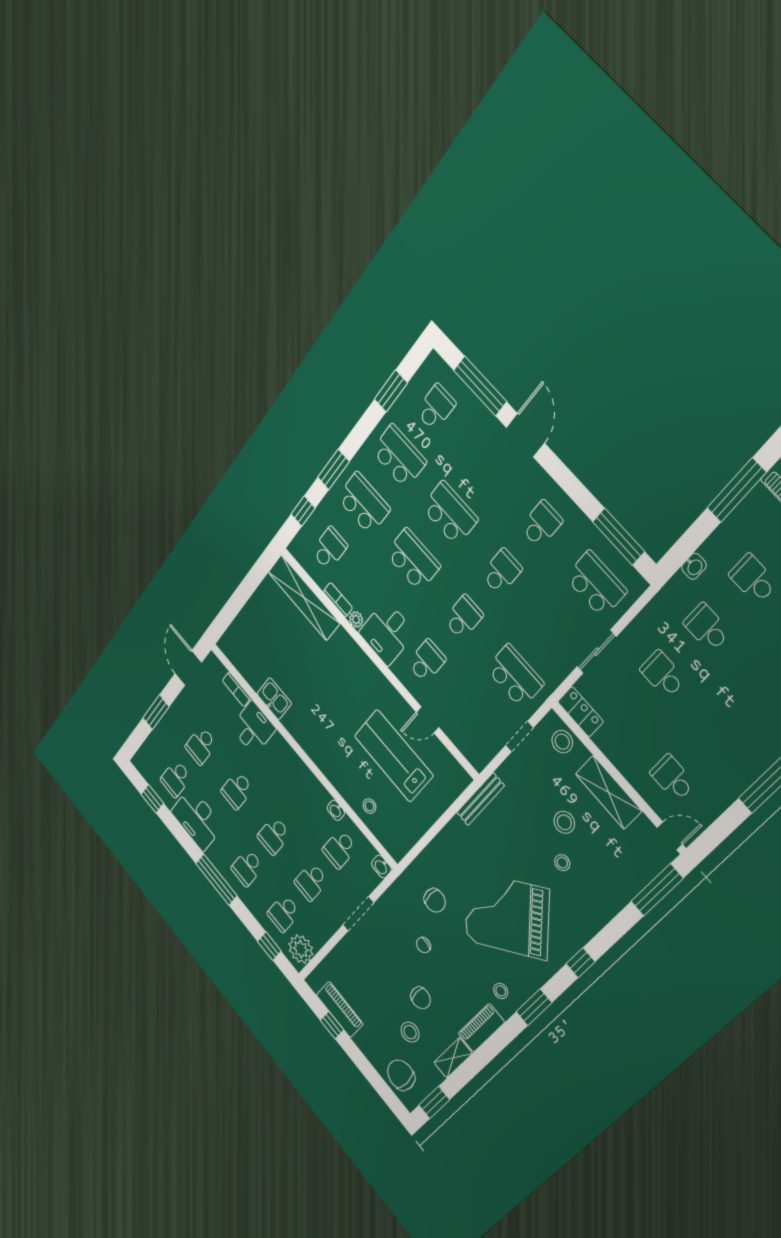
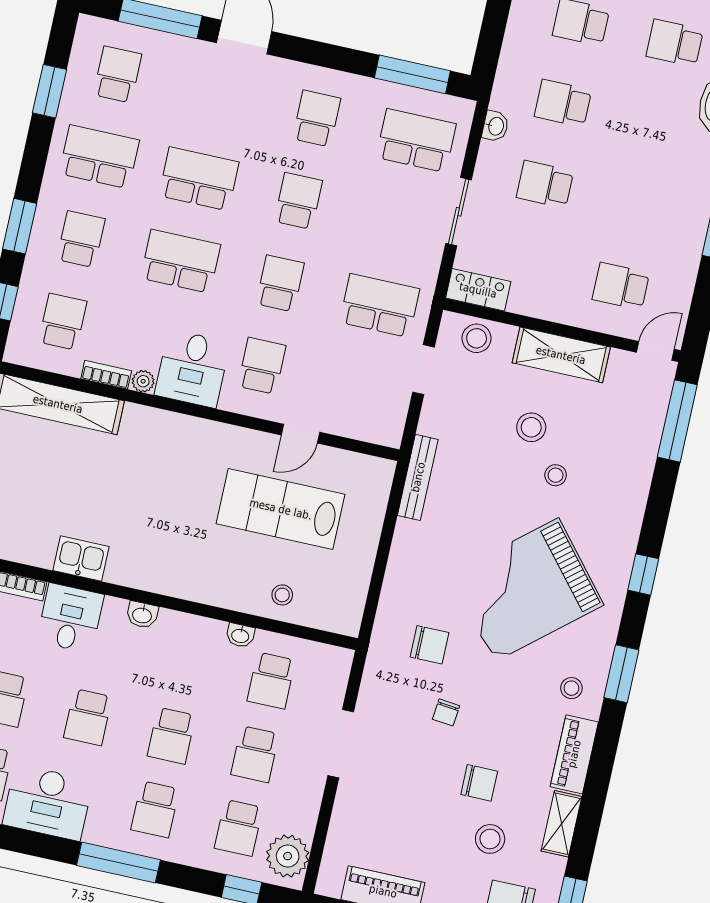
school desk: (364, 503) -> (81, 239), width x0.54
washbasin: (694, 566) -> (495, 126), moved
washbasin: (381, 867) -> (142, 615), moved

